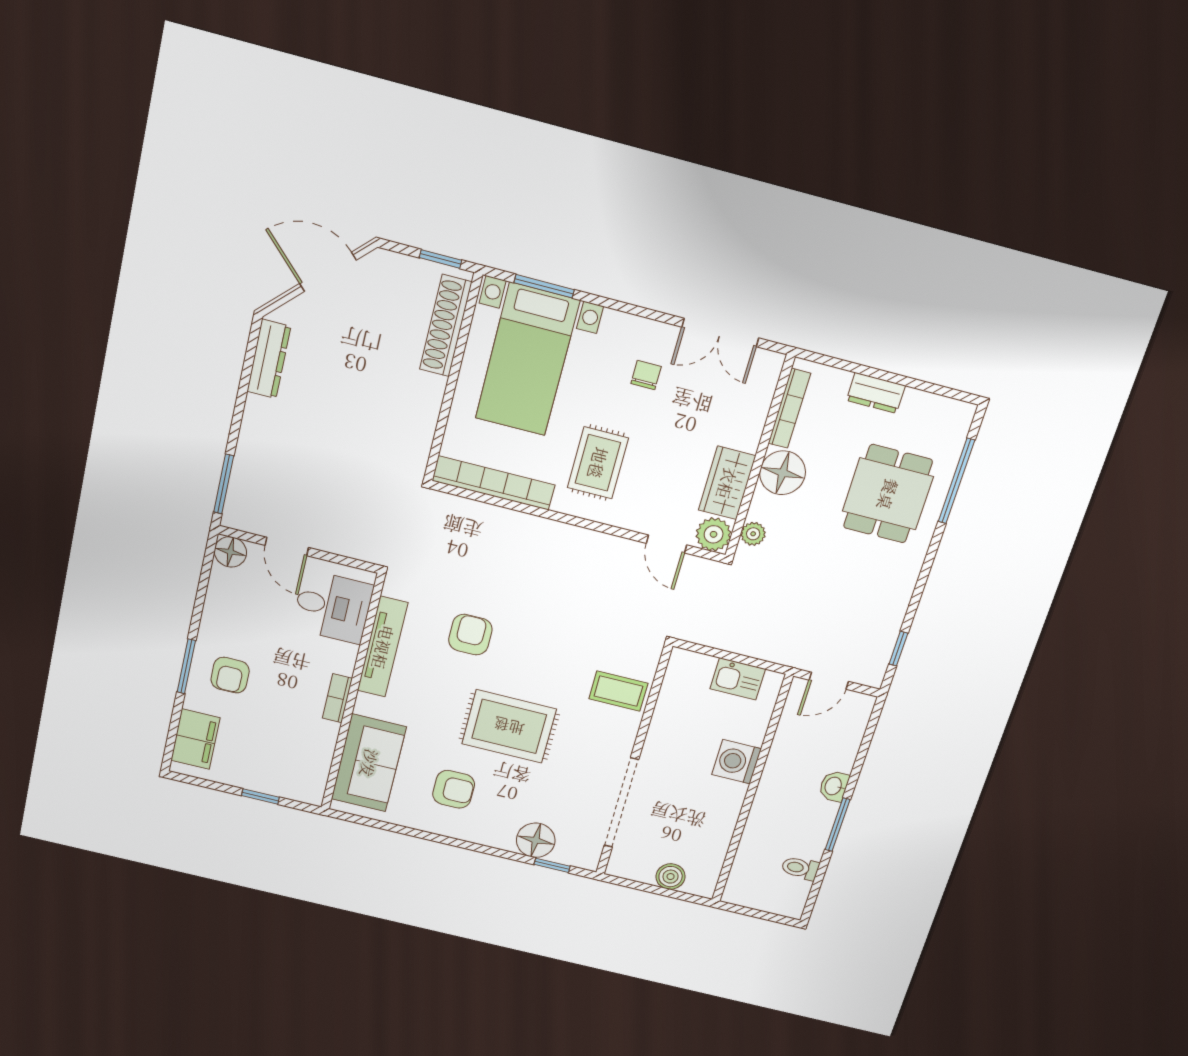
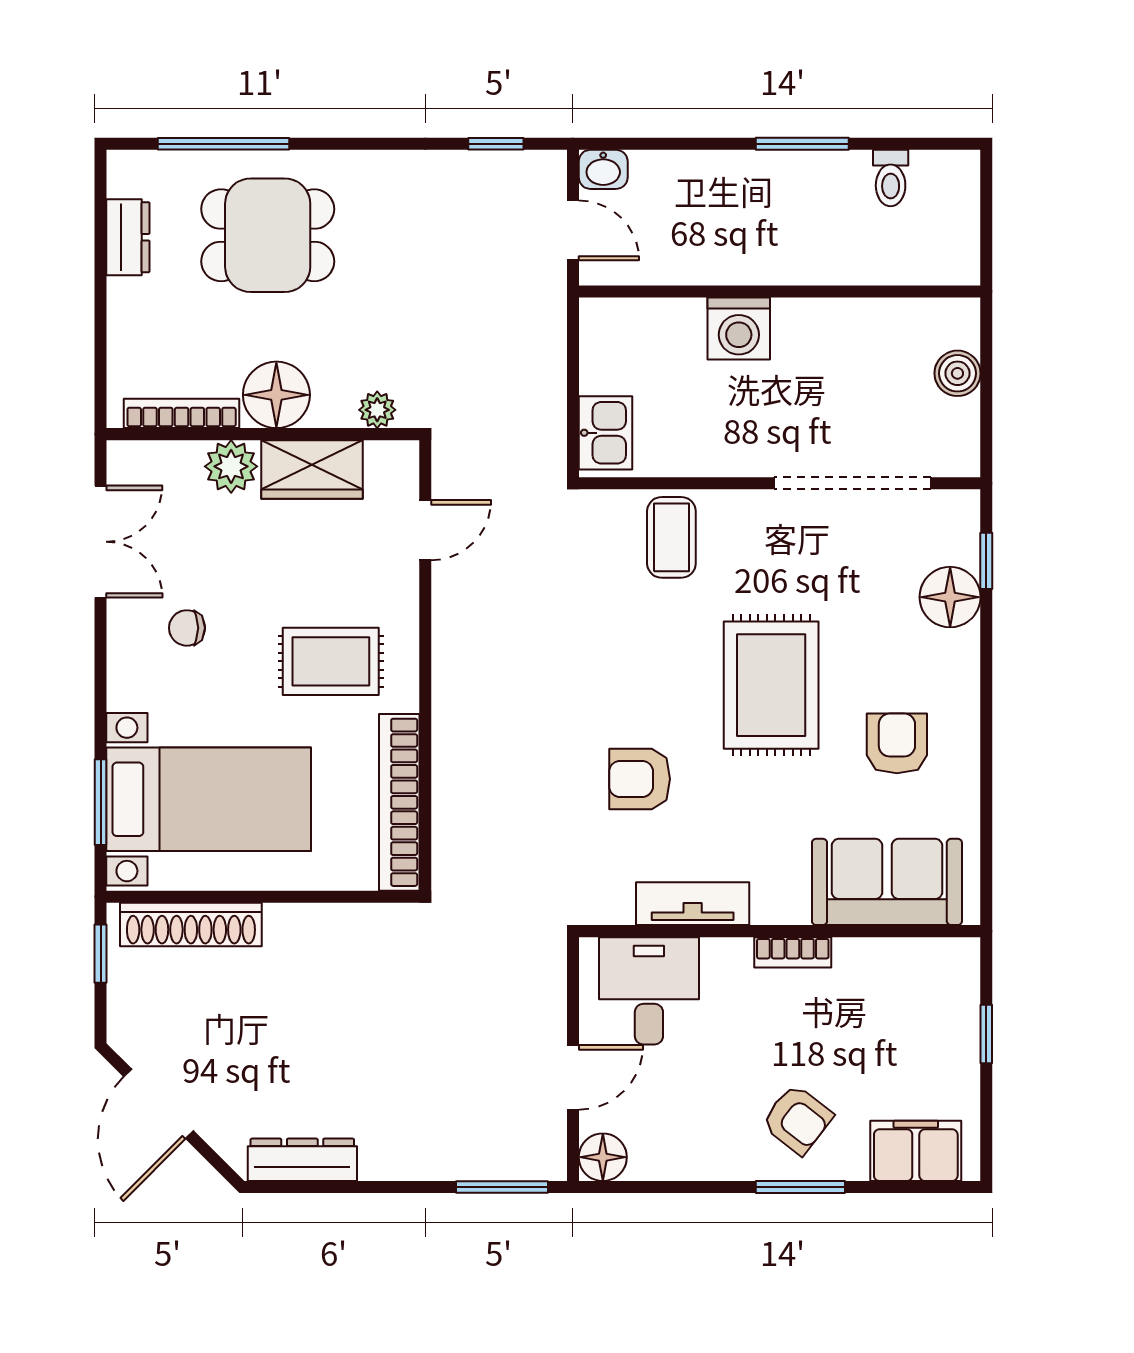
dresser: (876, 393) -> (128, 237), moved
plant: (714, 534) -> (231, 466), moved
tv unit: (383, 647) -> (693, 904), width x0.71
armchair: (230, 675) -> (797, 1119), turned 38
kitchen sink: (738, 679) -> (606, 433), moved
washbasin: (834, 786) -> (603, 169), moved

